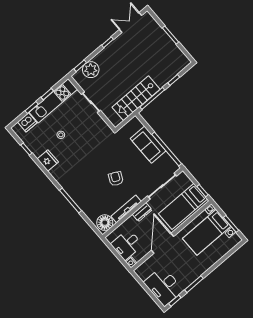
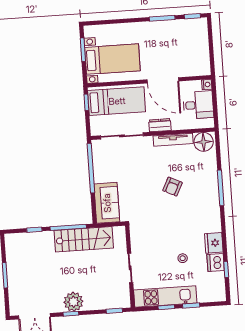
plant: (91, 70) -> (73, 302), moved
dishwasher: (27, 122) -> (216, 262), moved, turned -90
sofa: (148, 145) -> (107, 203), moved
armchair: (116, 179) -> (172, 187), moved
door: (162, 243) -> (163, 80), hinge flipped
desk: (164, 286) -> (193, 38), removed

